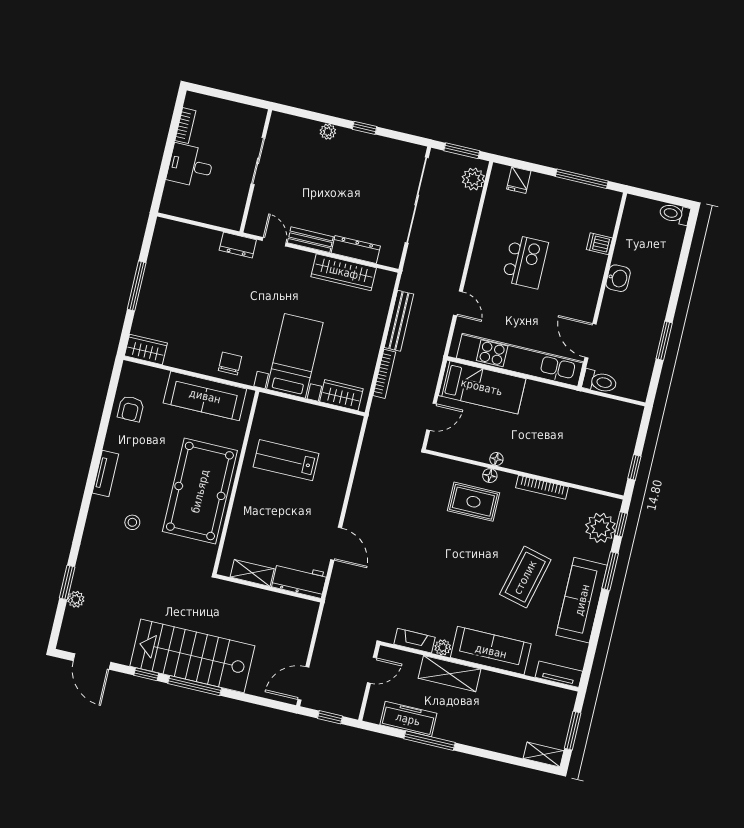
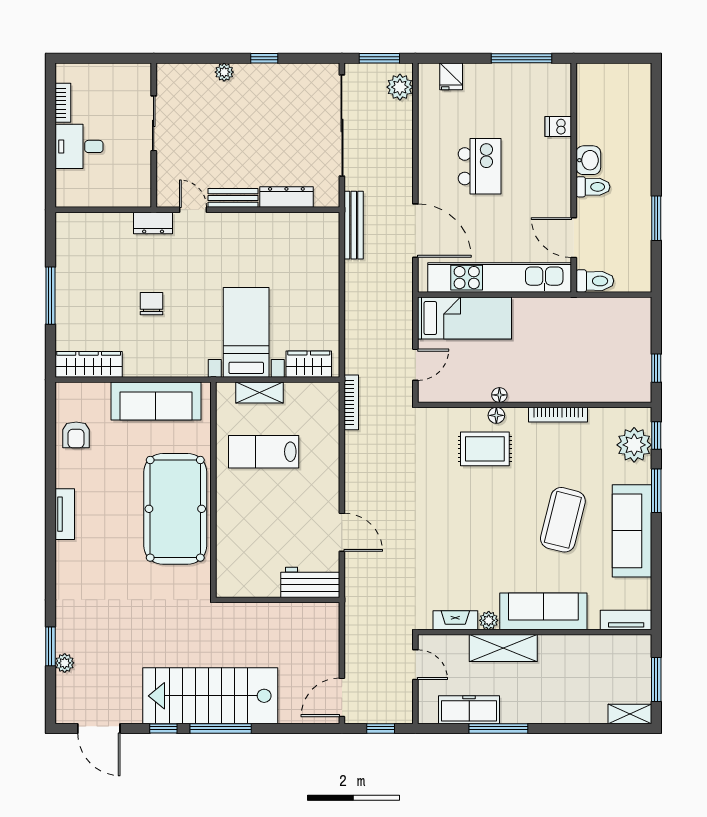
toilet: (675, 214) -> (593, 187), moved, turned 180
wardrobe: (344, 272) -> (279, 226), removed
door: (458, 303) -> (415, 231), width x1.88
bench: (399, 321) -> (354, 225), moved
wardrobe: (146, 349) -> (89, 364), width x1.50
chair: (230, 363) -> (152, 304), moved
bookcase: (384, 374) -> (351, 402), moved
stool: (132, 522) -> (108, 562), removed
shelving: (252, 573) -> (260, 393), moved
door: (372, 670) -> (415, 665), hinge flipped

